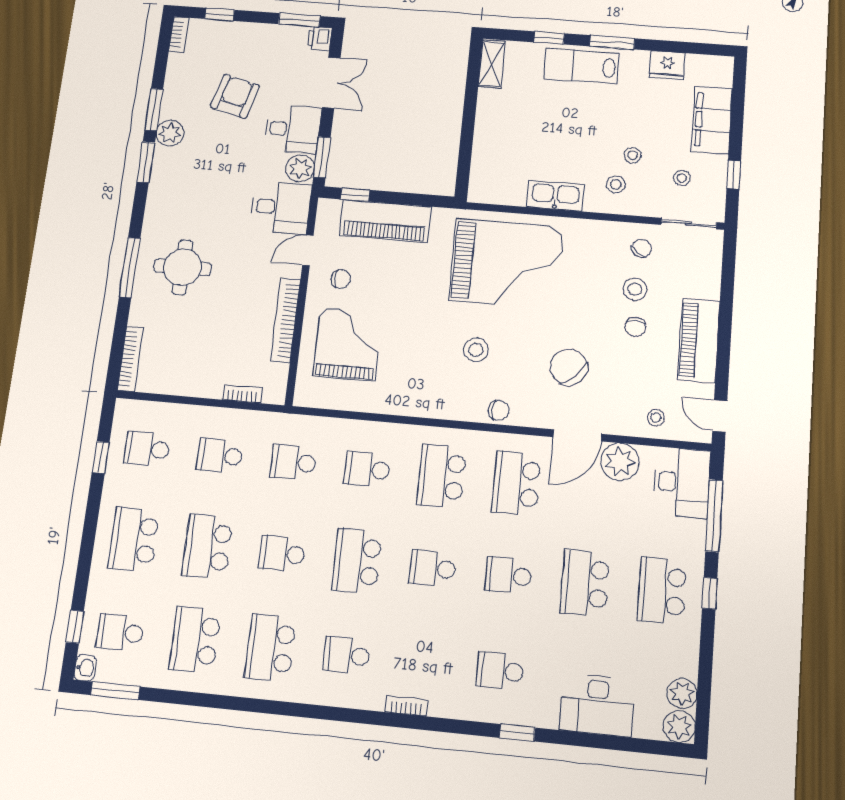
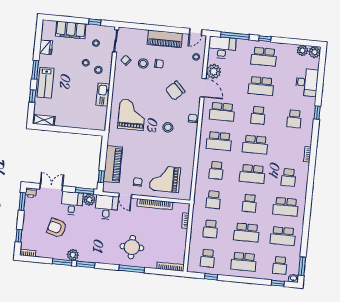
grand piano: (506, 263) -> (132, 115), width x0.73, depth x0.68
school desk: (432, 568) -> (255, 145), width x1.85

